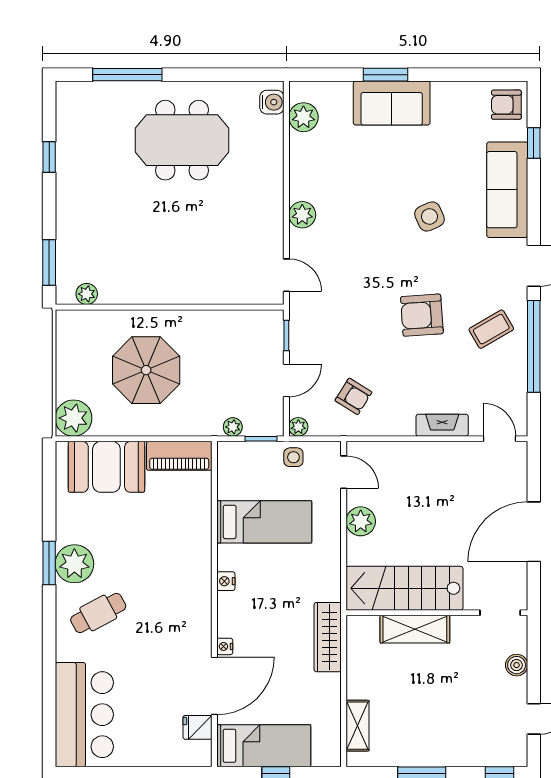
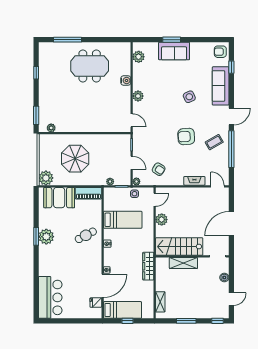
water cooler: (272, 102) -> (126, 80), moved
door: (286, 380) -> (132, 163), hinge flipped
door: (344, 472) -> (155, 200), hinge flipped
cafe table: (98, 613) -> (86, 235), moved

